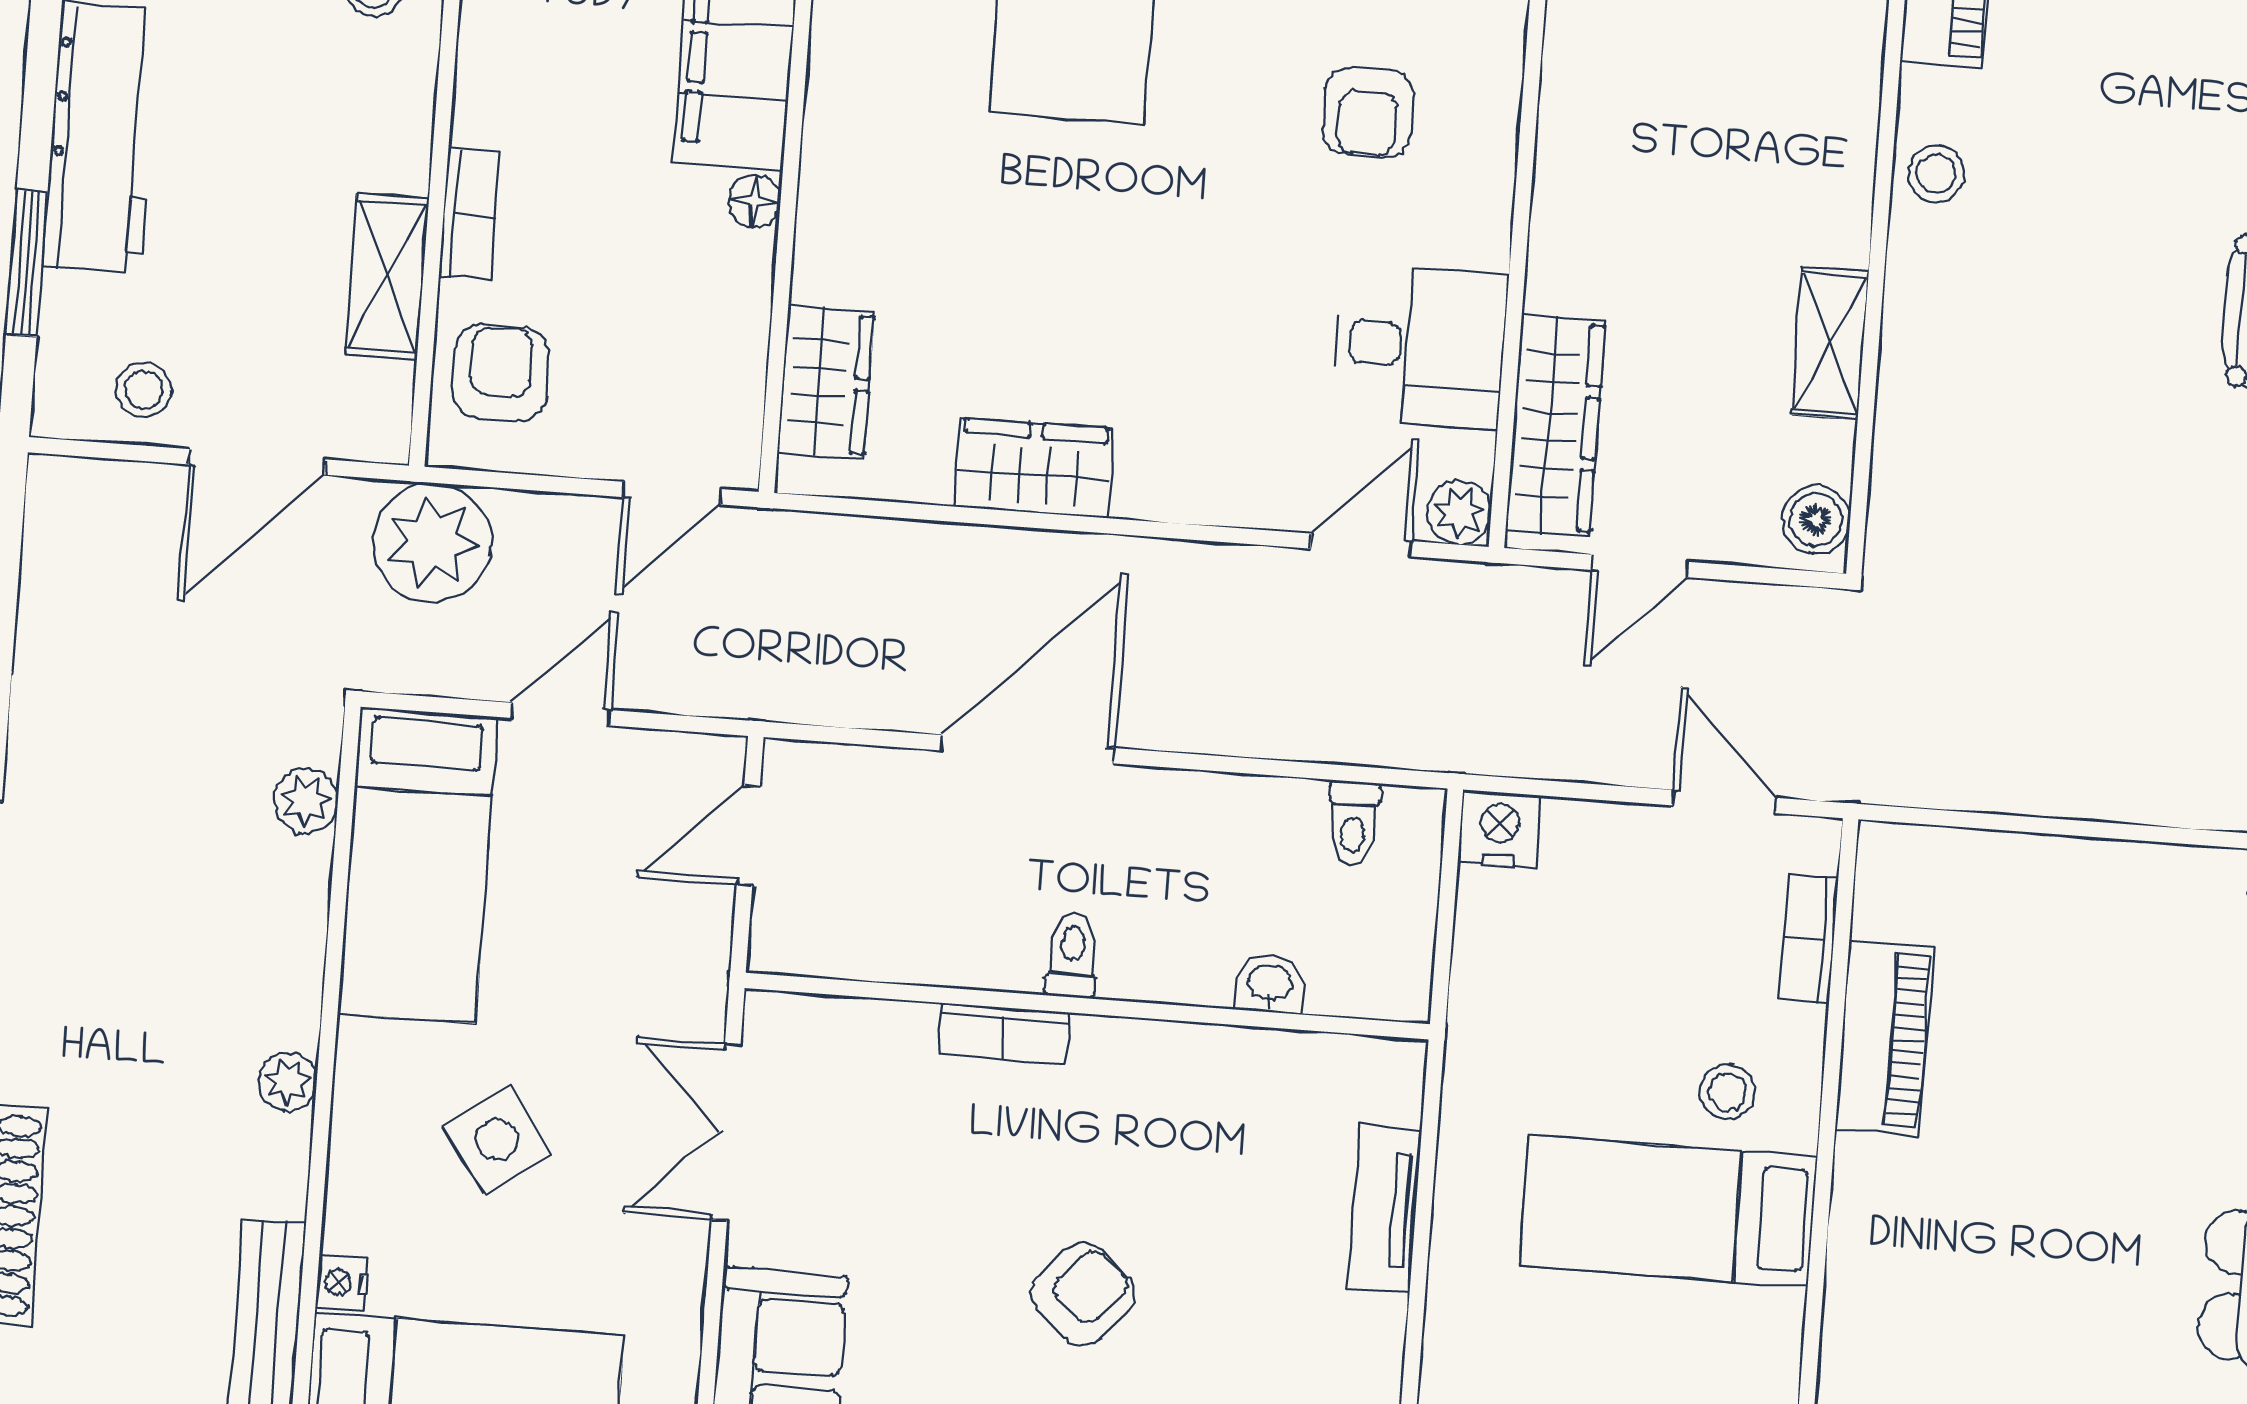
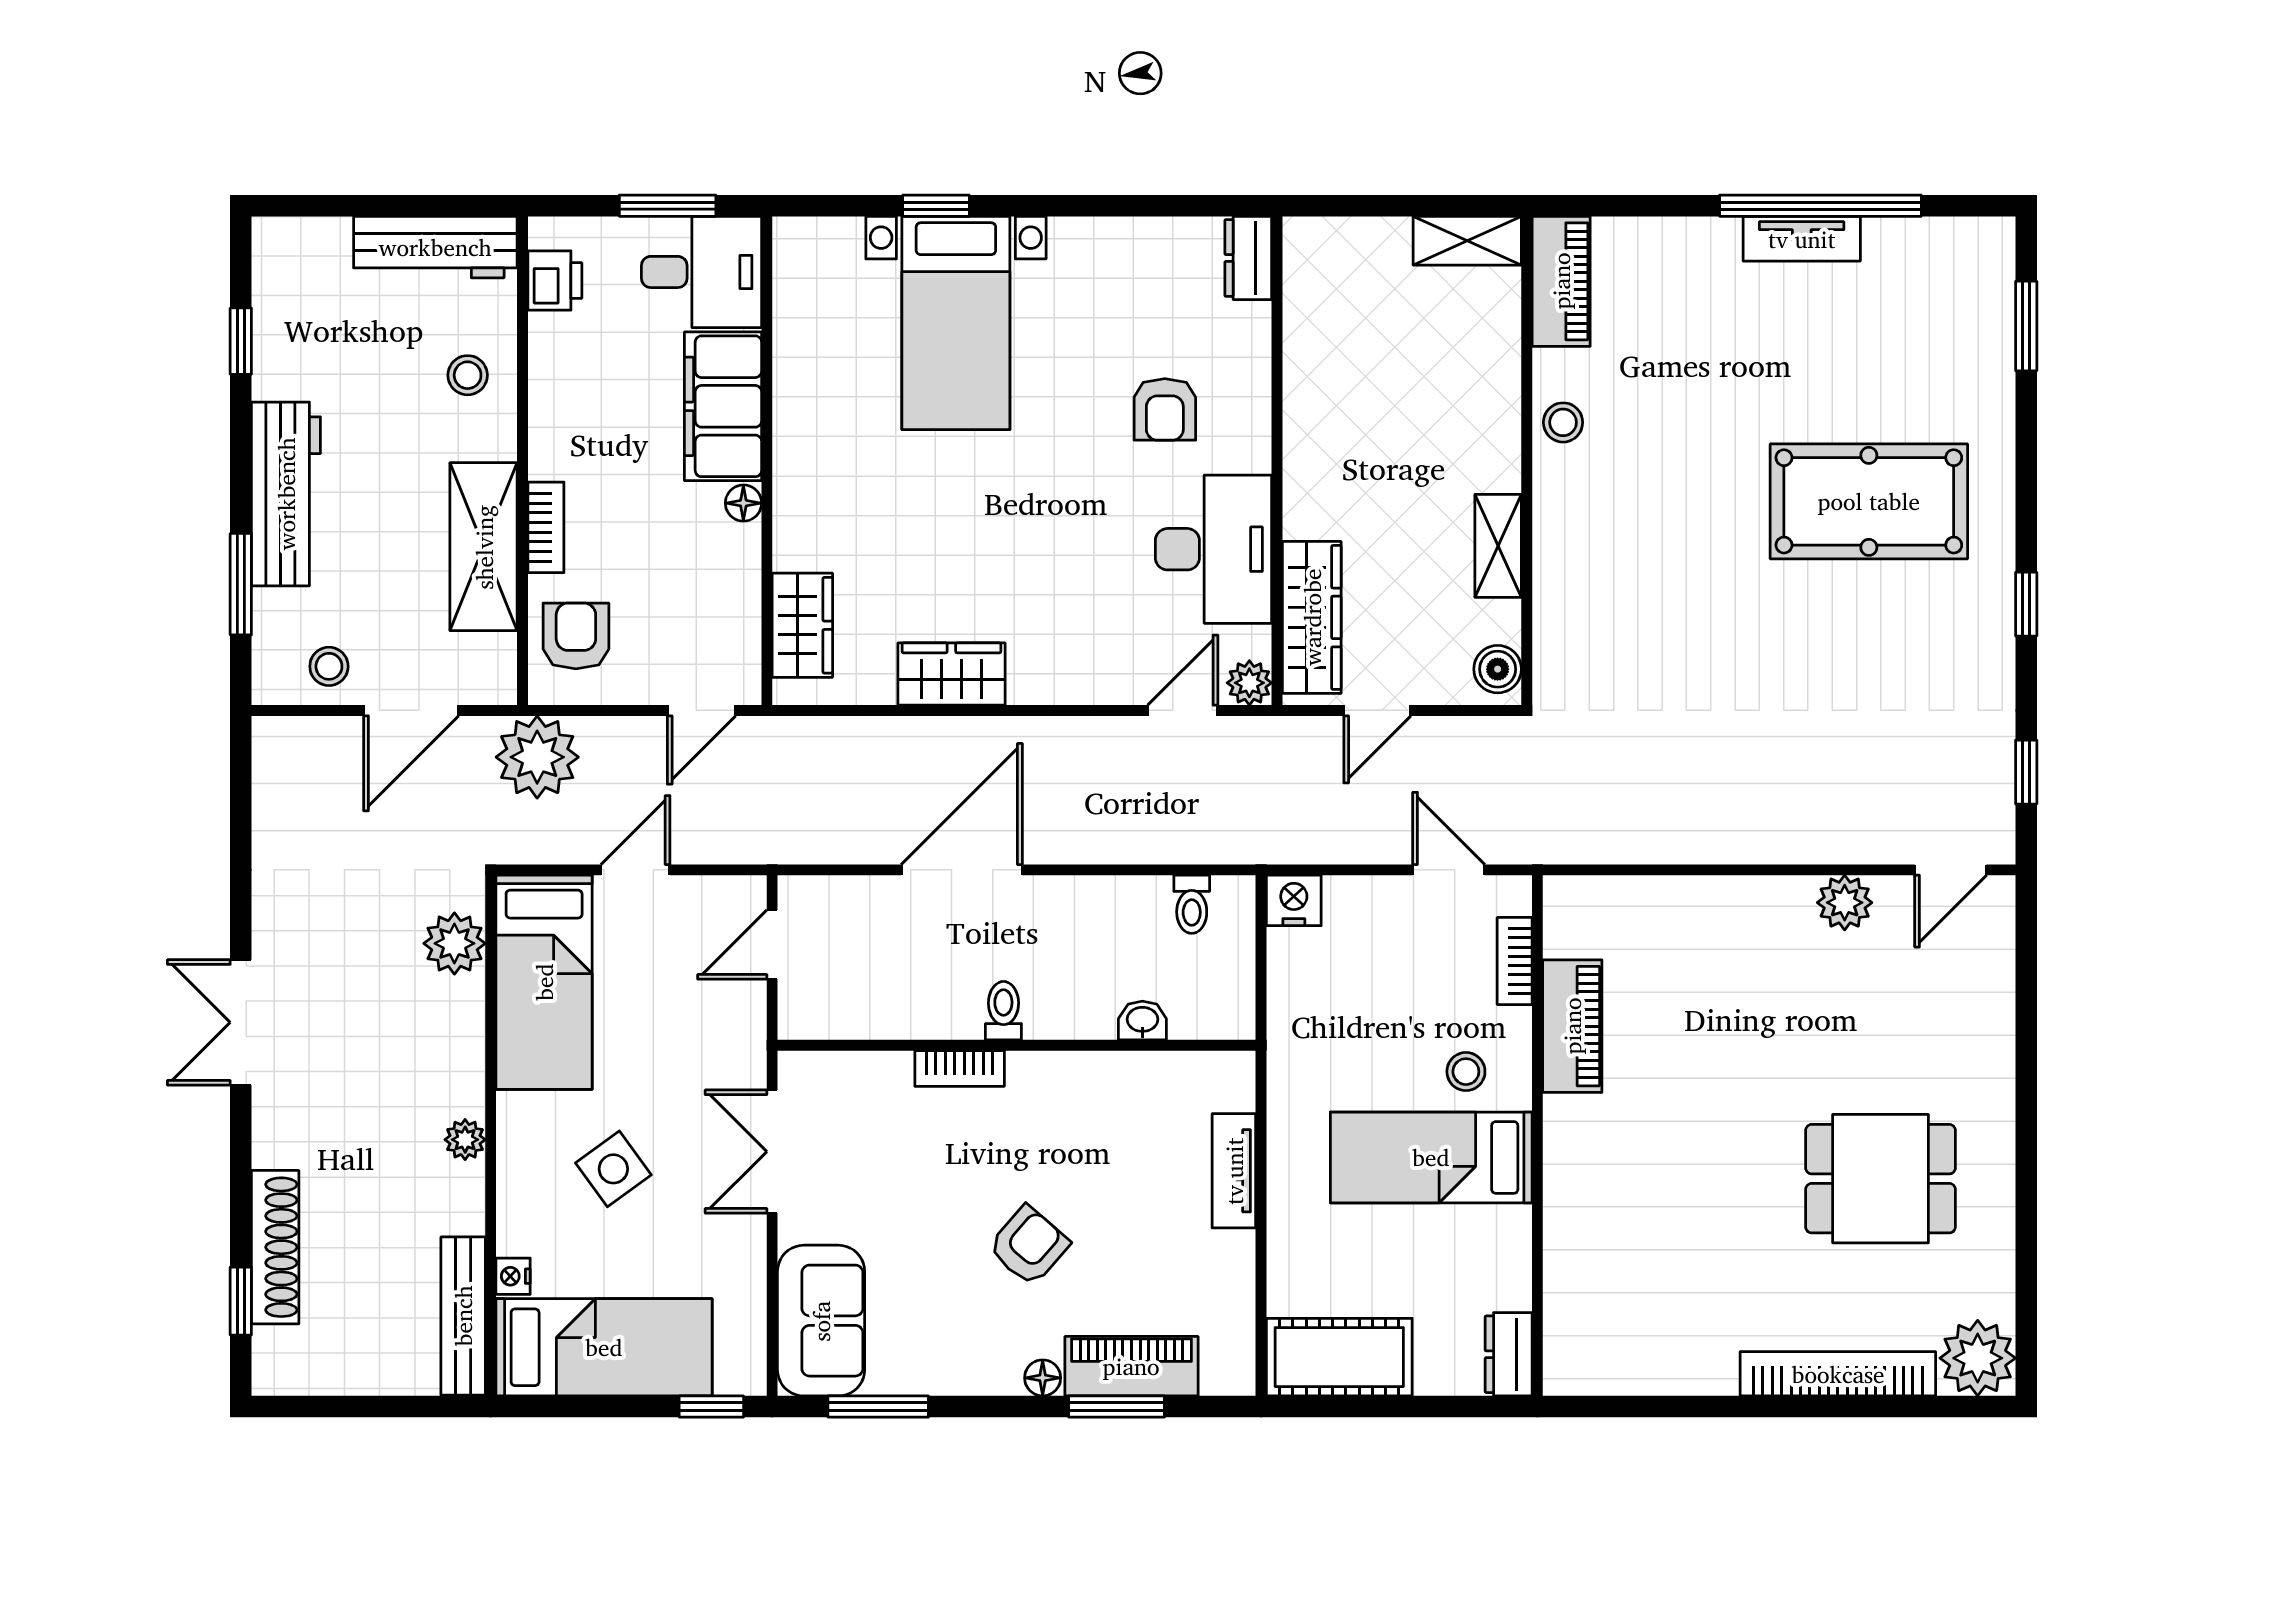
shelving: (387, 276) -> (484, 547), width x1.50, depth x1.33
desk: (1420, 346) -> (1213, 549), width x1.37
plant: (306, 801) -> (454, 943), width x1.38, depth x1.38

